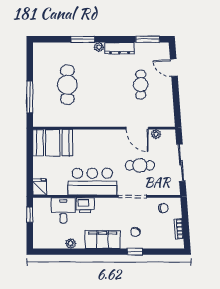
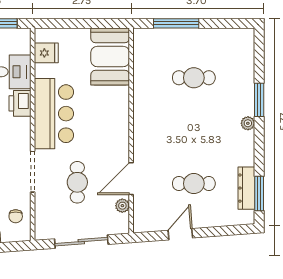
dresser: (119, 48) -> (246, 188), moved
door: (174, 68) -> (180, 234), moved
cafe table: (67, 85) -> (194, 78), width x0.73, depth x0.74
fridge: (40, 187) -> (46, 53), moved

